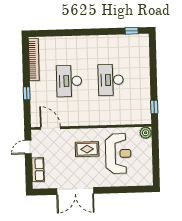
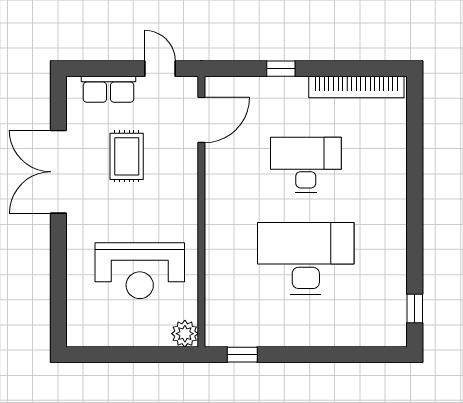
desk: (111, 80) -> (306, 258), width x1.36, depth x1.30
rug: (87, 149) -> (127, 156), moved

